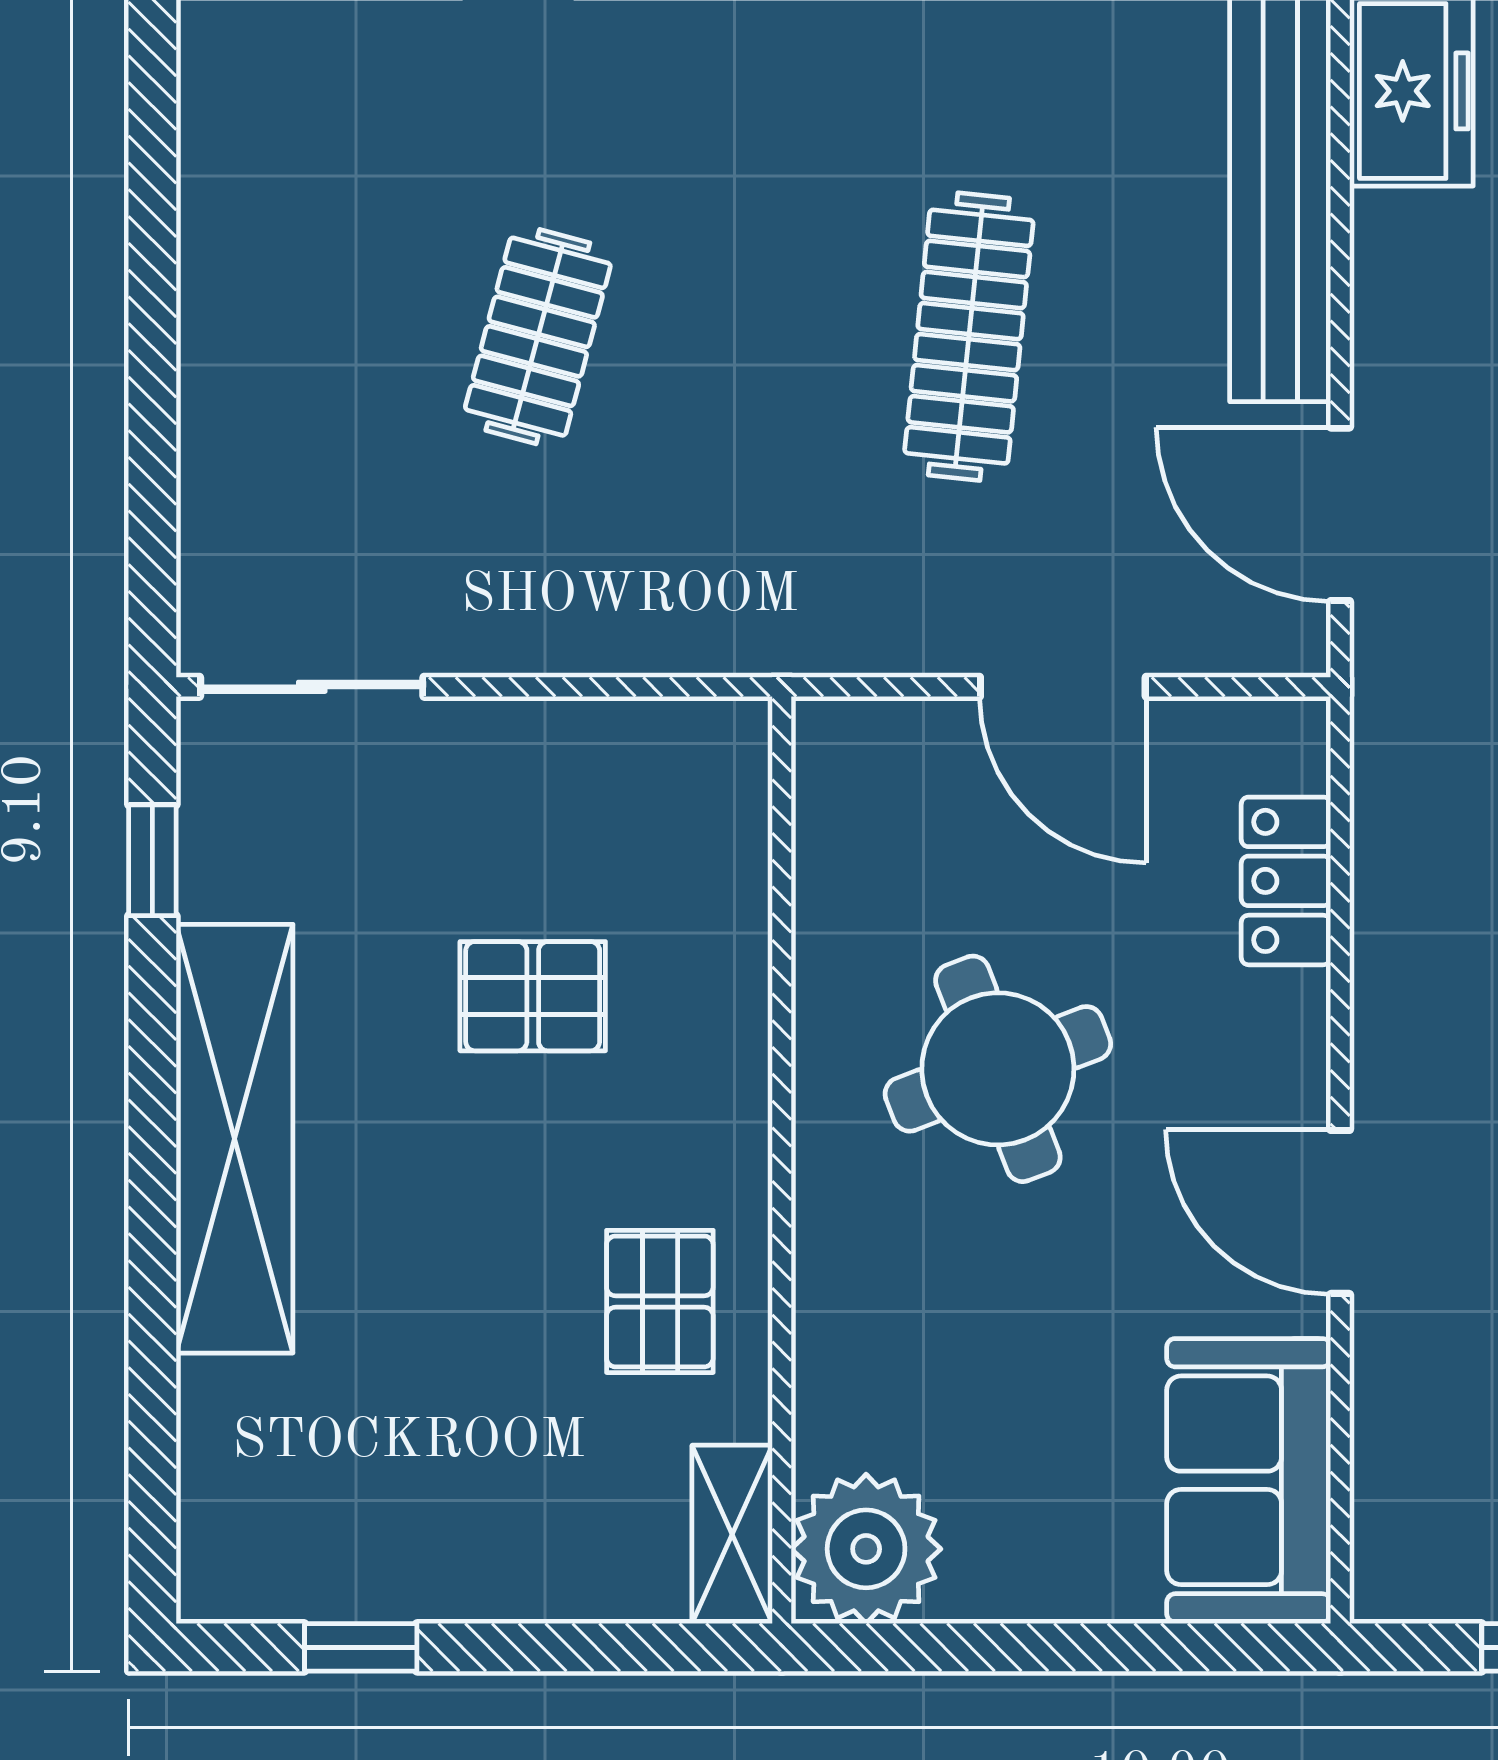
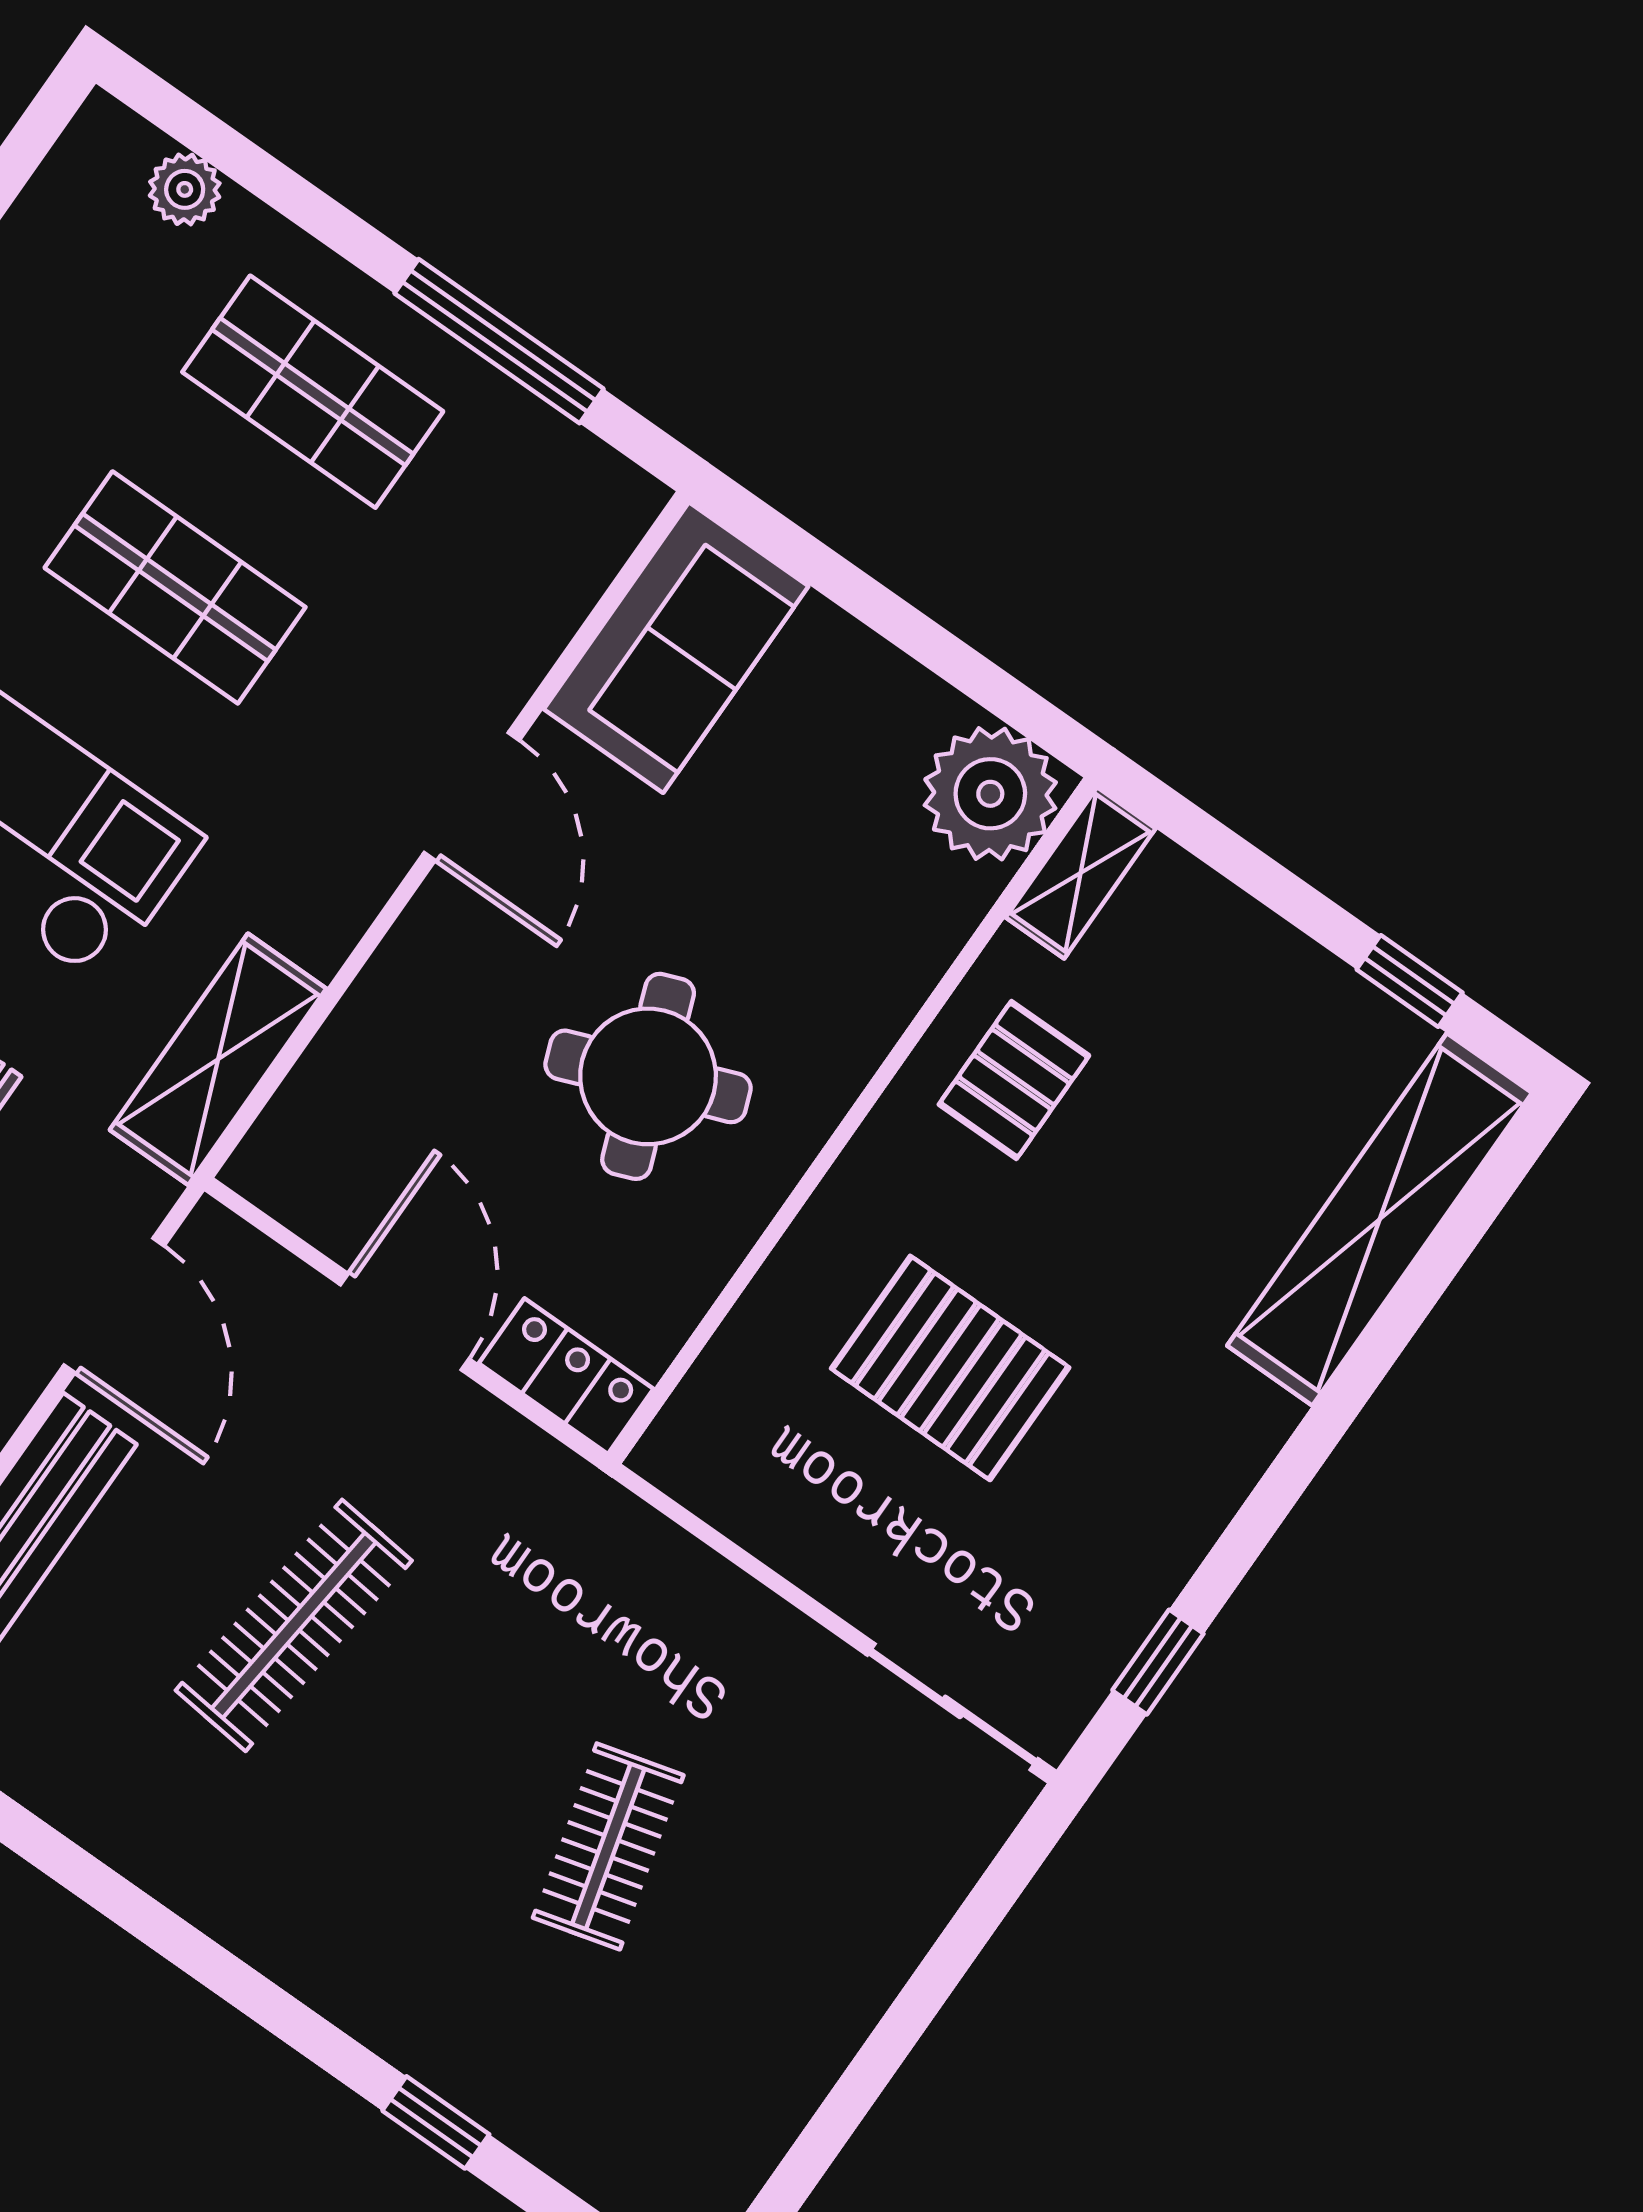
clothes rail: (538, 337) -> (608, 1846), turned -30
shelving: (1403, 807) -> (218, 1059), added
locker: (1286, 881) -> (566, 1376), moved, turned -90
pallet: (533, 996) -> (950, 1368), width x1.50, depth x1.42
shelving: (234, 1139) -> (1380, 1219), moved

